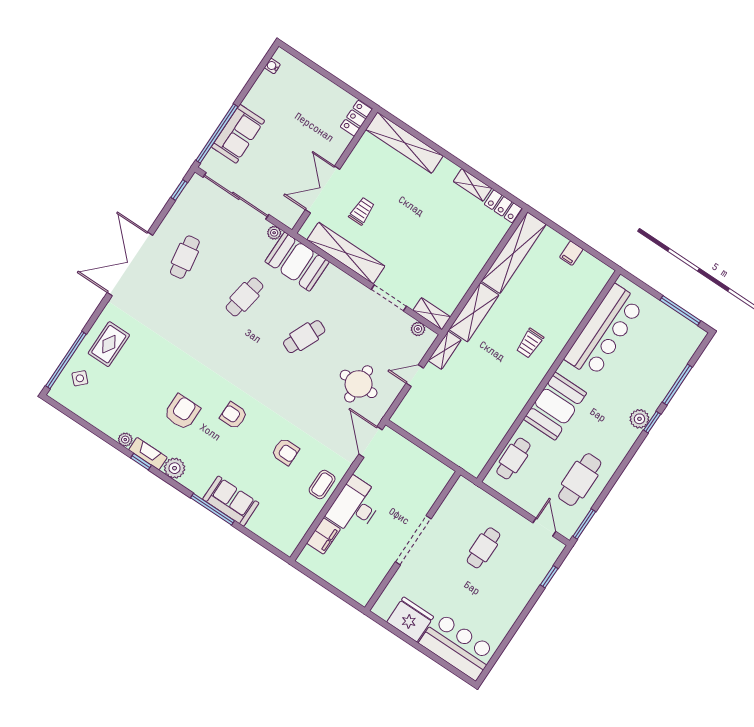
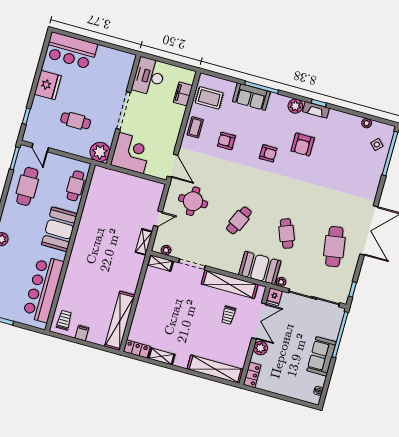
sofa: (238, 134) -> (321, 356), moved
plant: (333, 151) -> (260, 348), added
fridge: (290, 216) -> (274, 297), added
cafe table: (185, 257) -> (334, 247), width x1.37, depth x1.35
cafe table: (245, 297) -> (287, 234), turned -30
shelving: (474, 312) -> (133, 273), removed
trolley: (530, 343) -> (64, 320), moved
rug: (109, 344) -> (209, 98), moved, turned 90
plant: (125, 440) -> (367, 123), moved
corner desk: (422, 478) -> (131, 153), added
plant: (464, 494) -> (100, 152), added
desk: (355, 506) -> (149, 76), moved, turned 180
cafe table: (483, 548) -> (76, 121), turned 90
fridge: (410, 619) -> (48, 85), moved, turned -90

